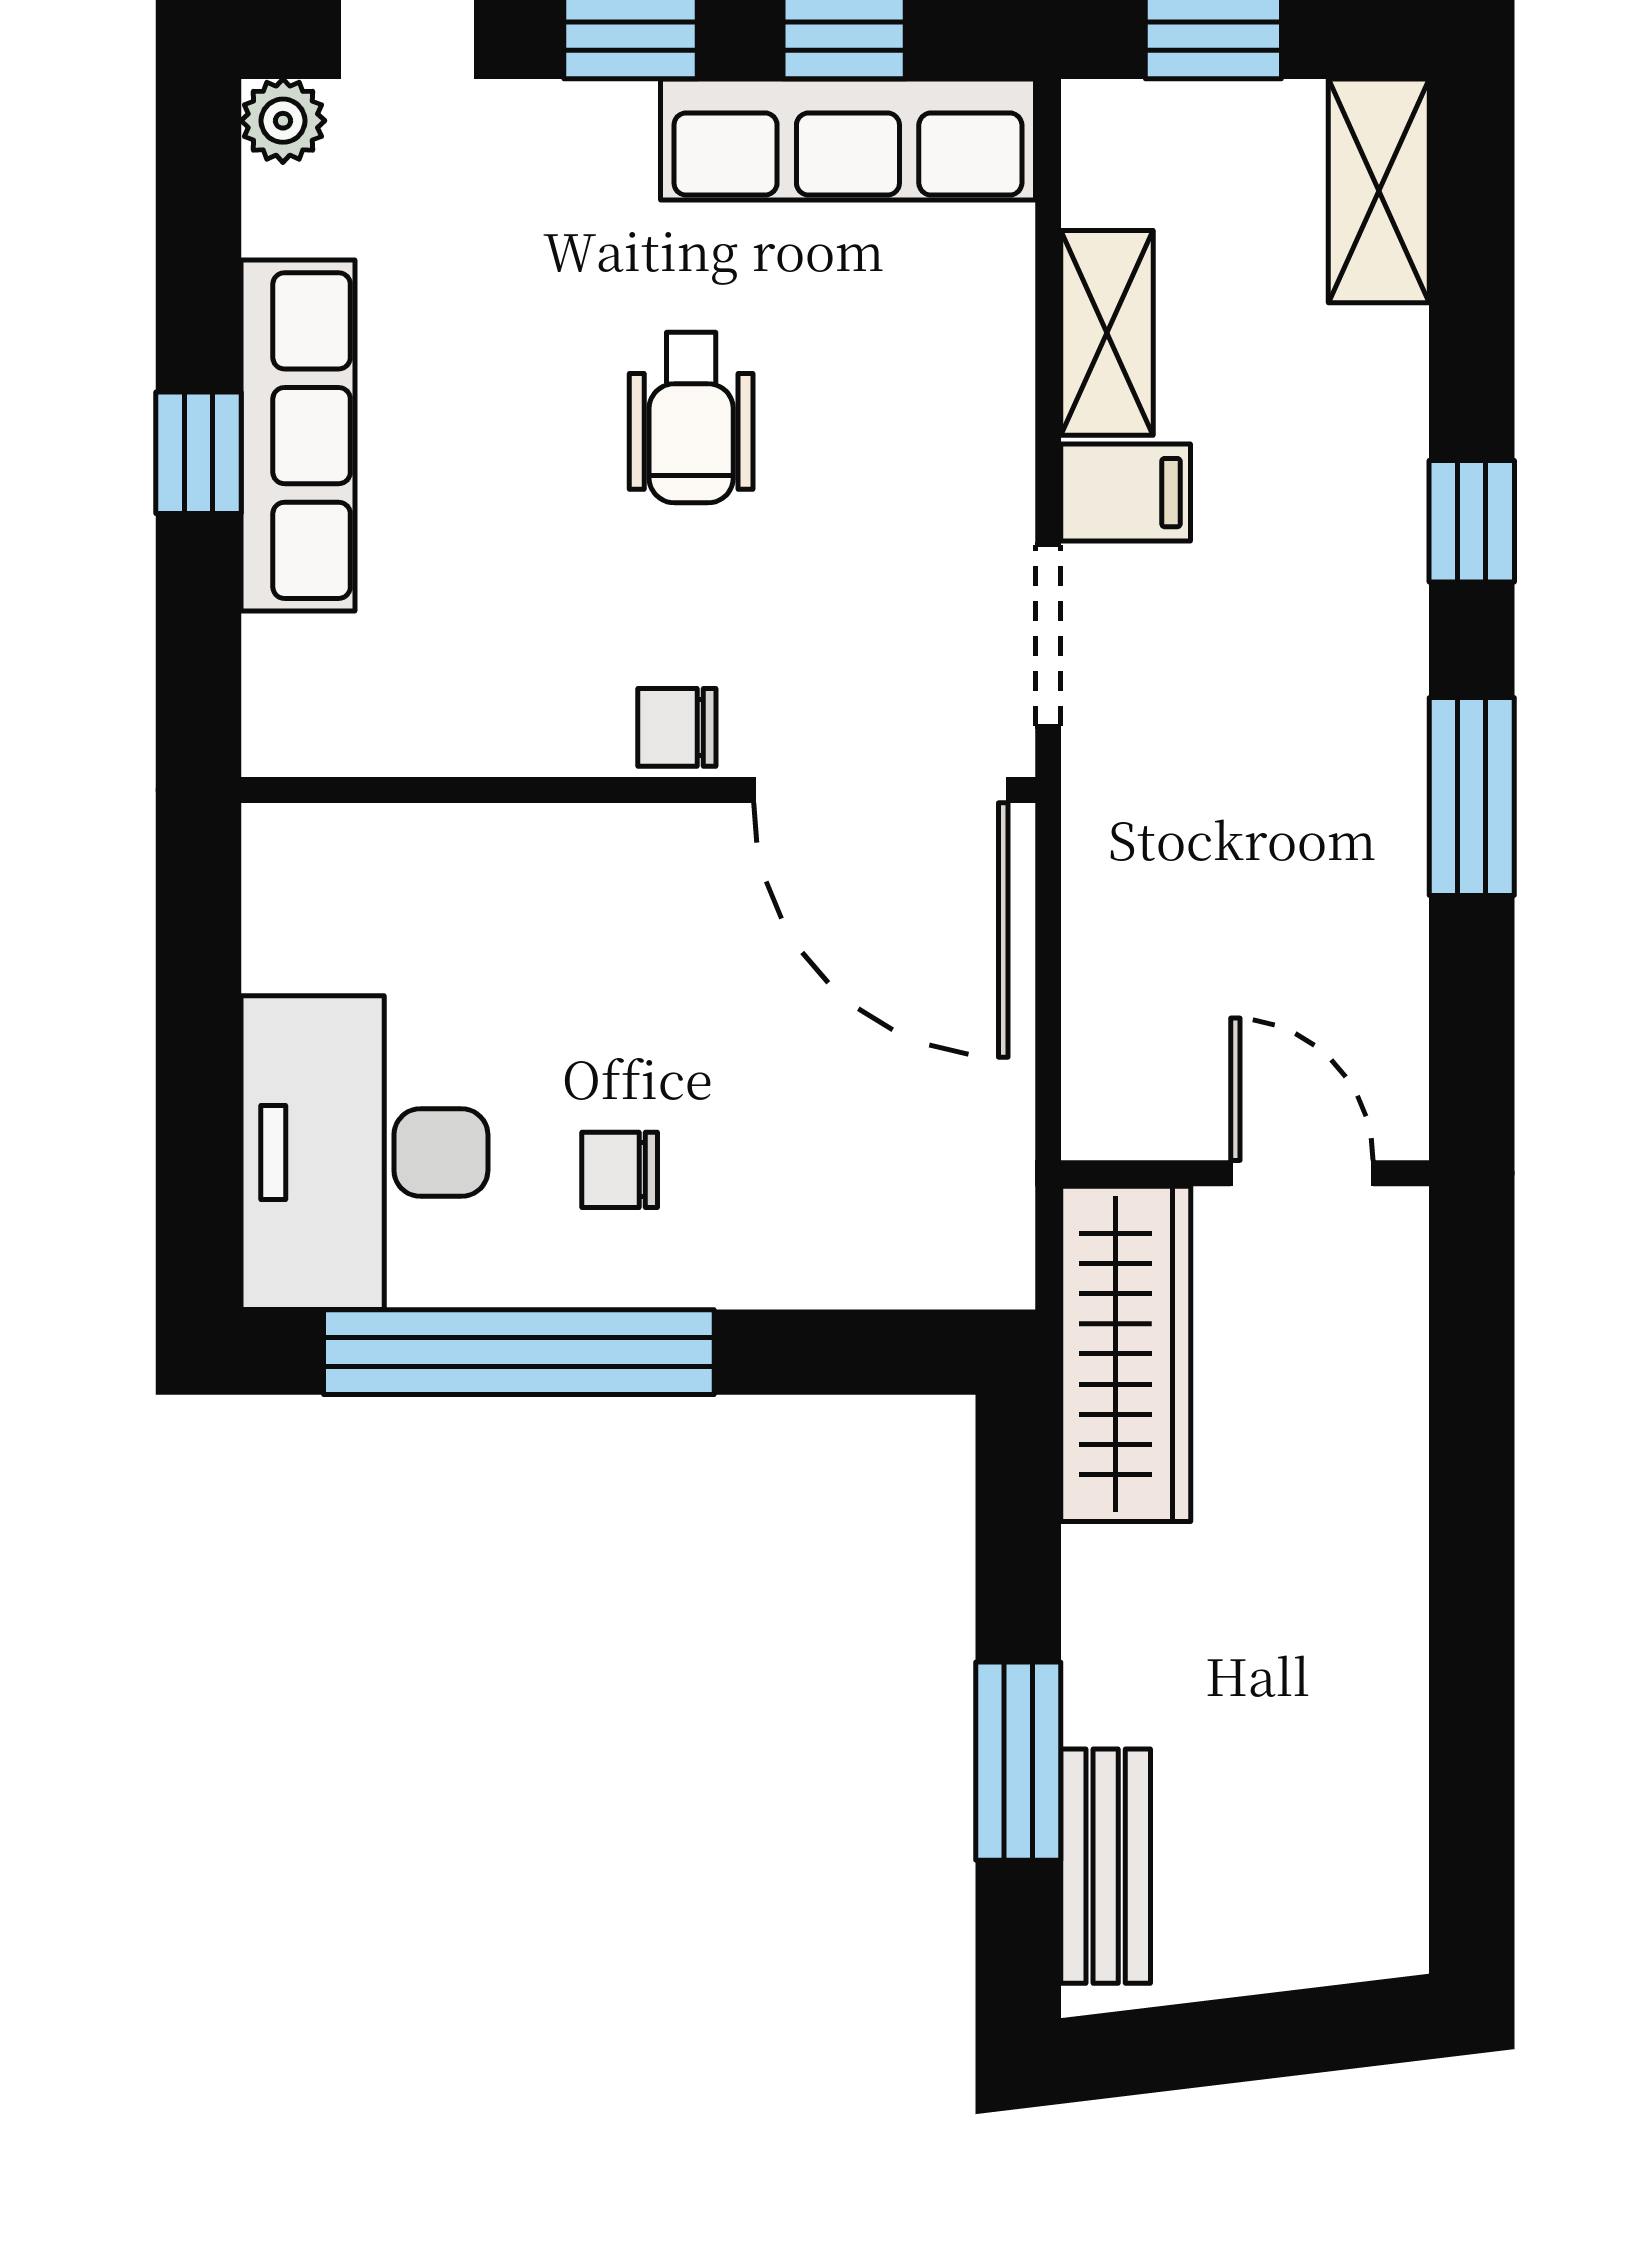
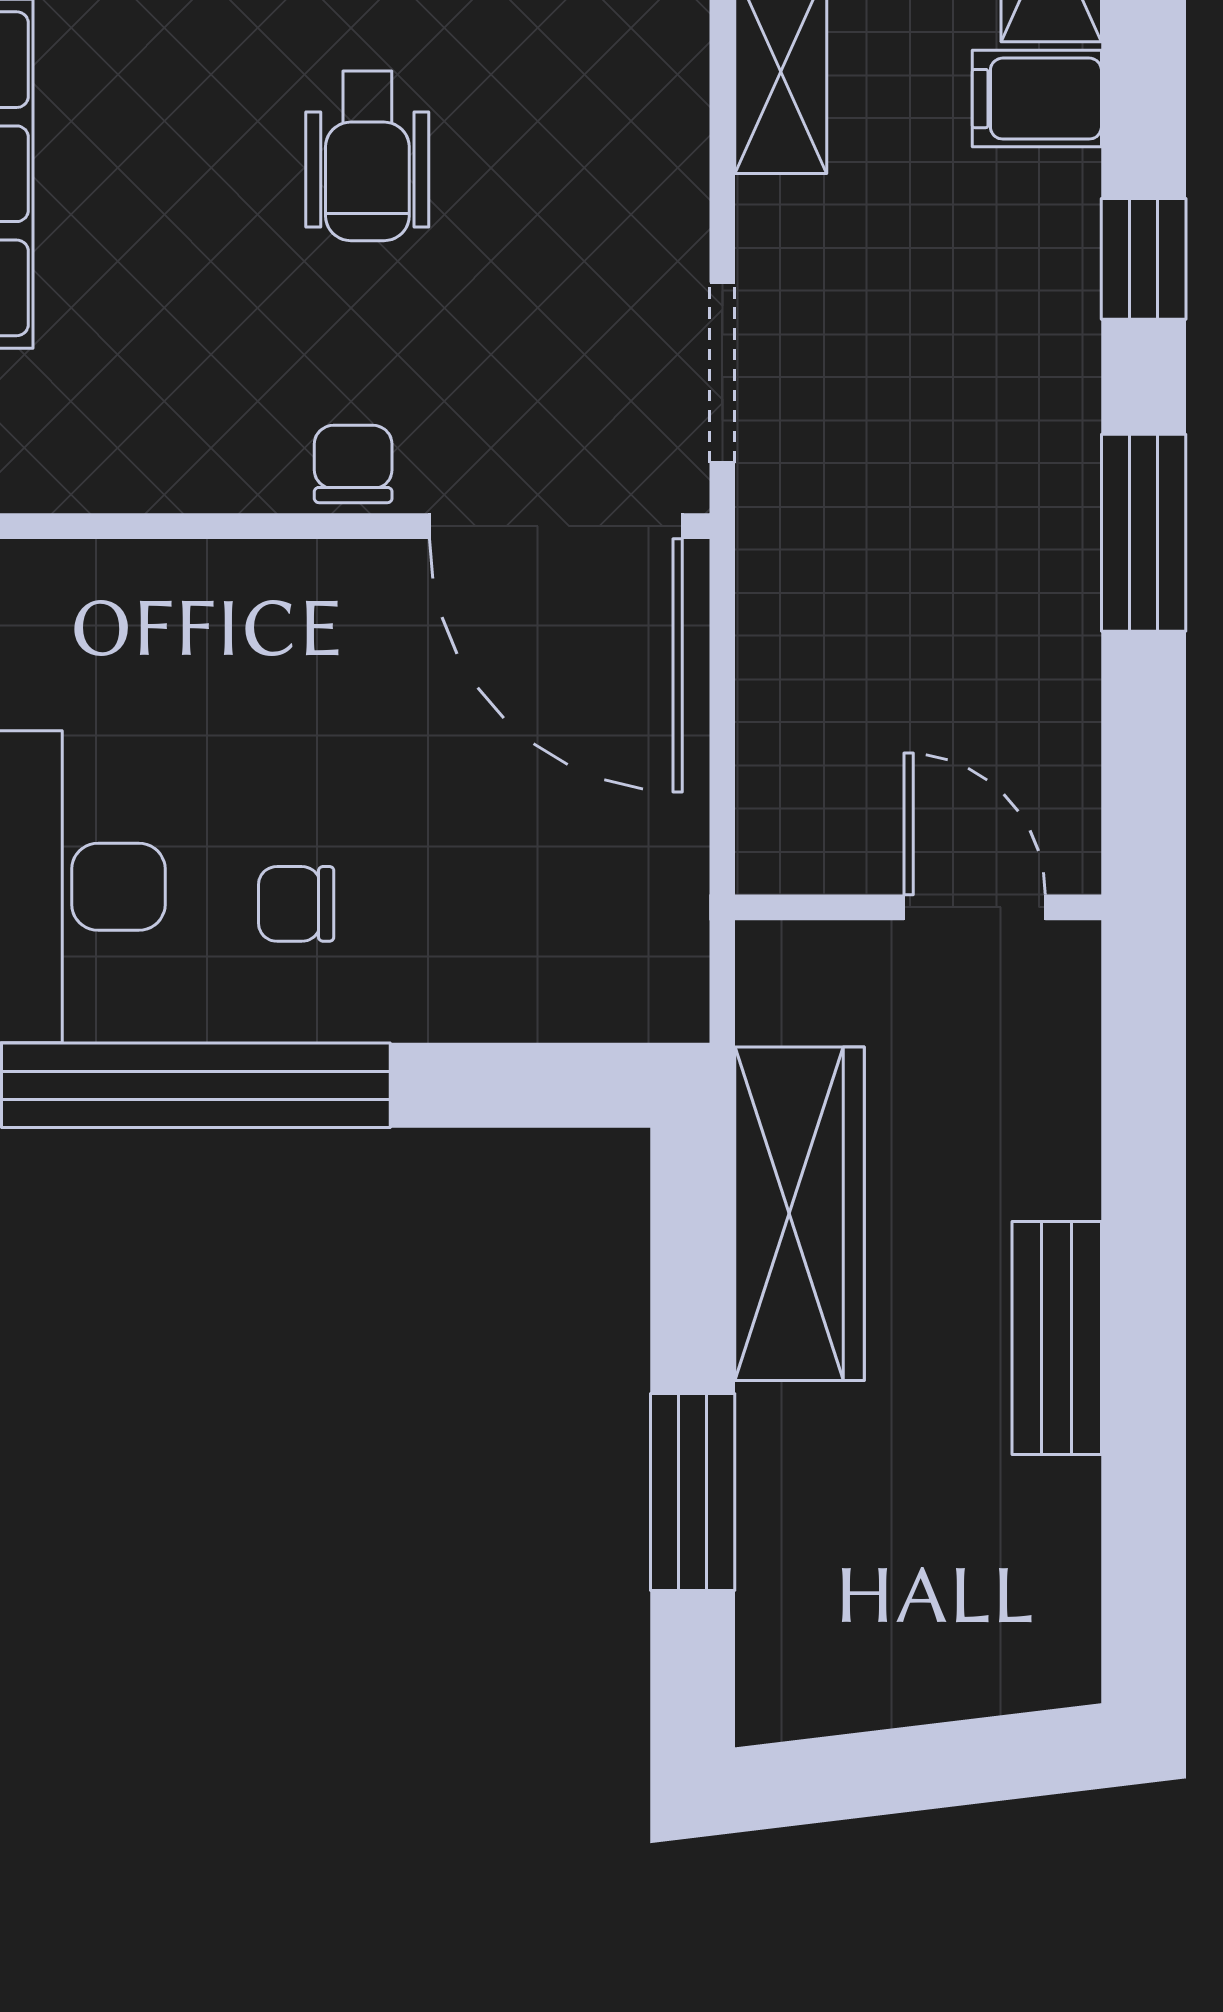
filing cabinet: (1126, 493) -> (1037, 99), moved, turned 180
chair: (677, 727) -> (353, 464), turned 90
wardrobe: (1126, 1354) -> (800, 1214), moved
bench: (1106, 1866) -> (1057, 1338), moved

